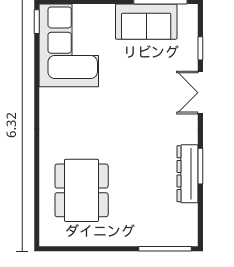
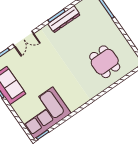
dining table: (82, 190) -> (105, 62), width x0.73

